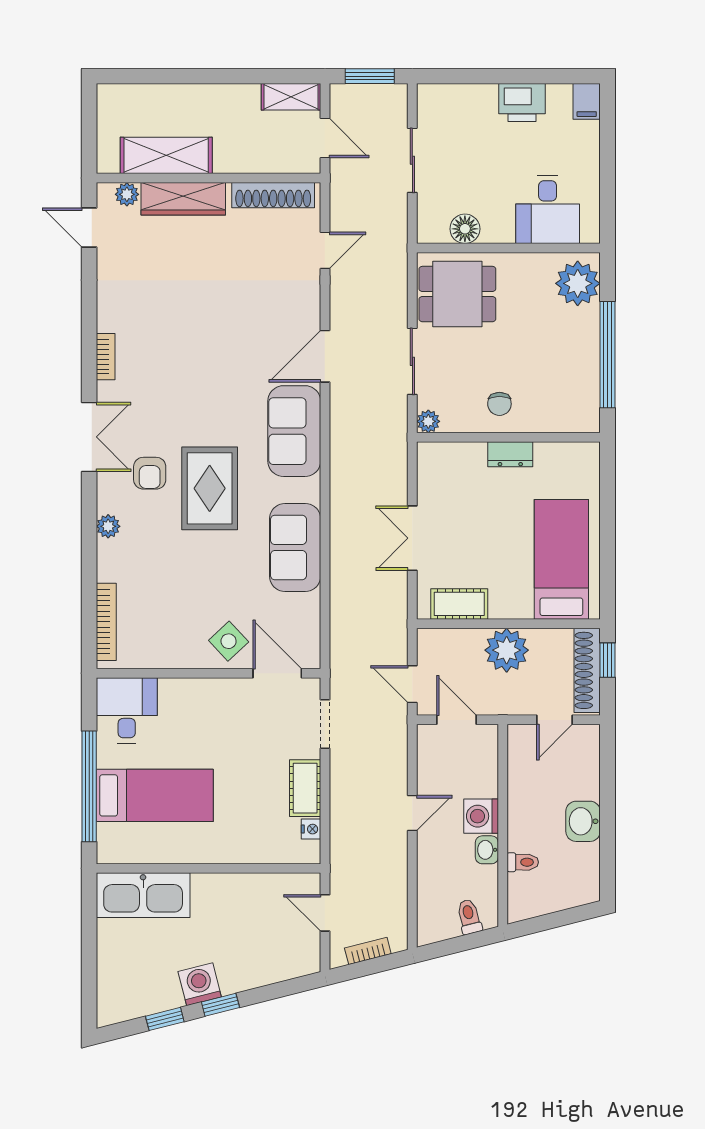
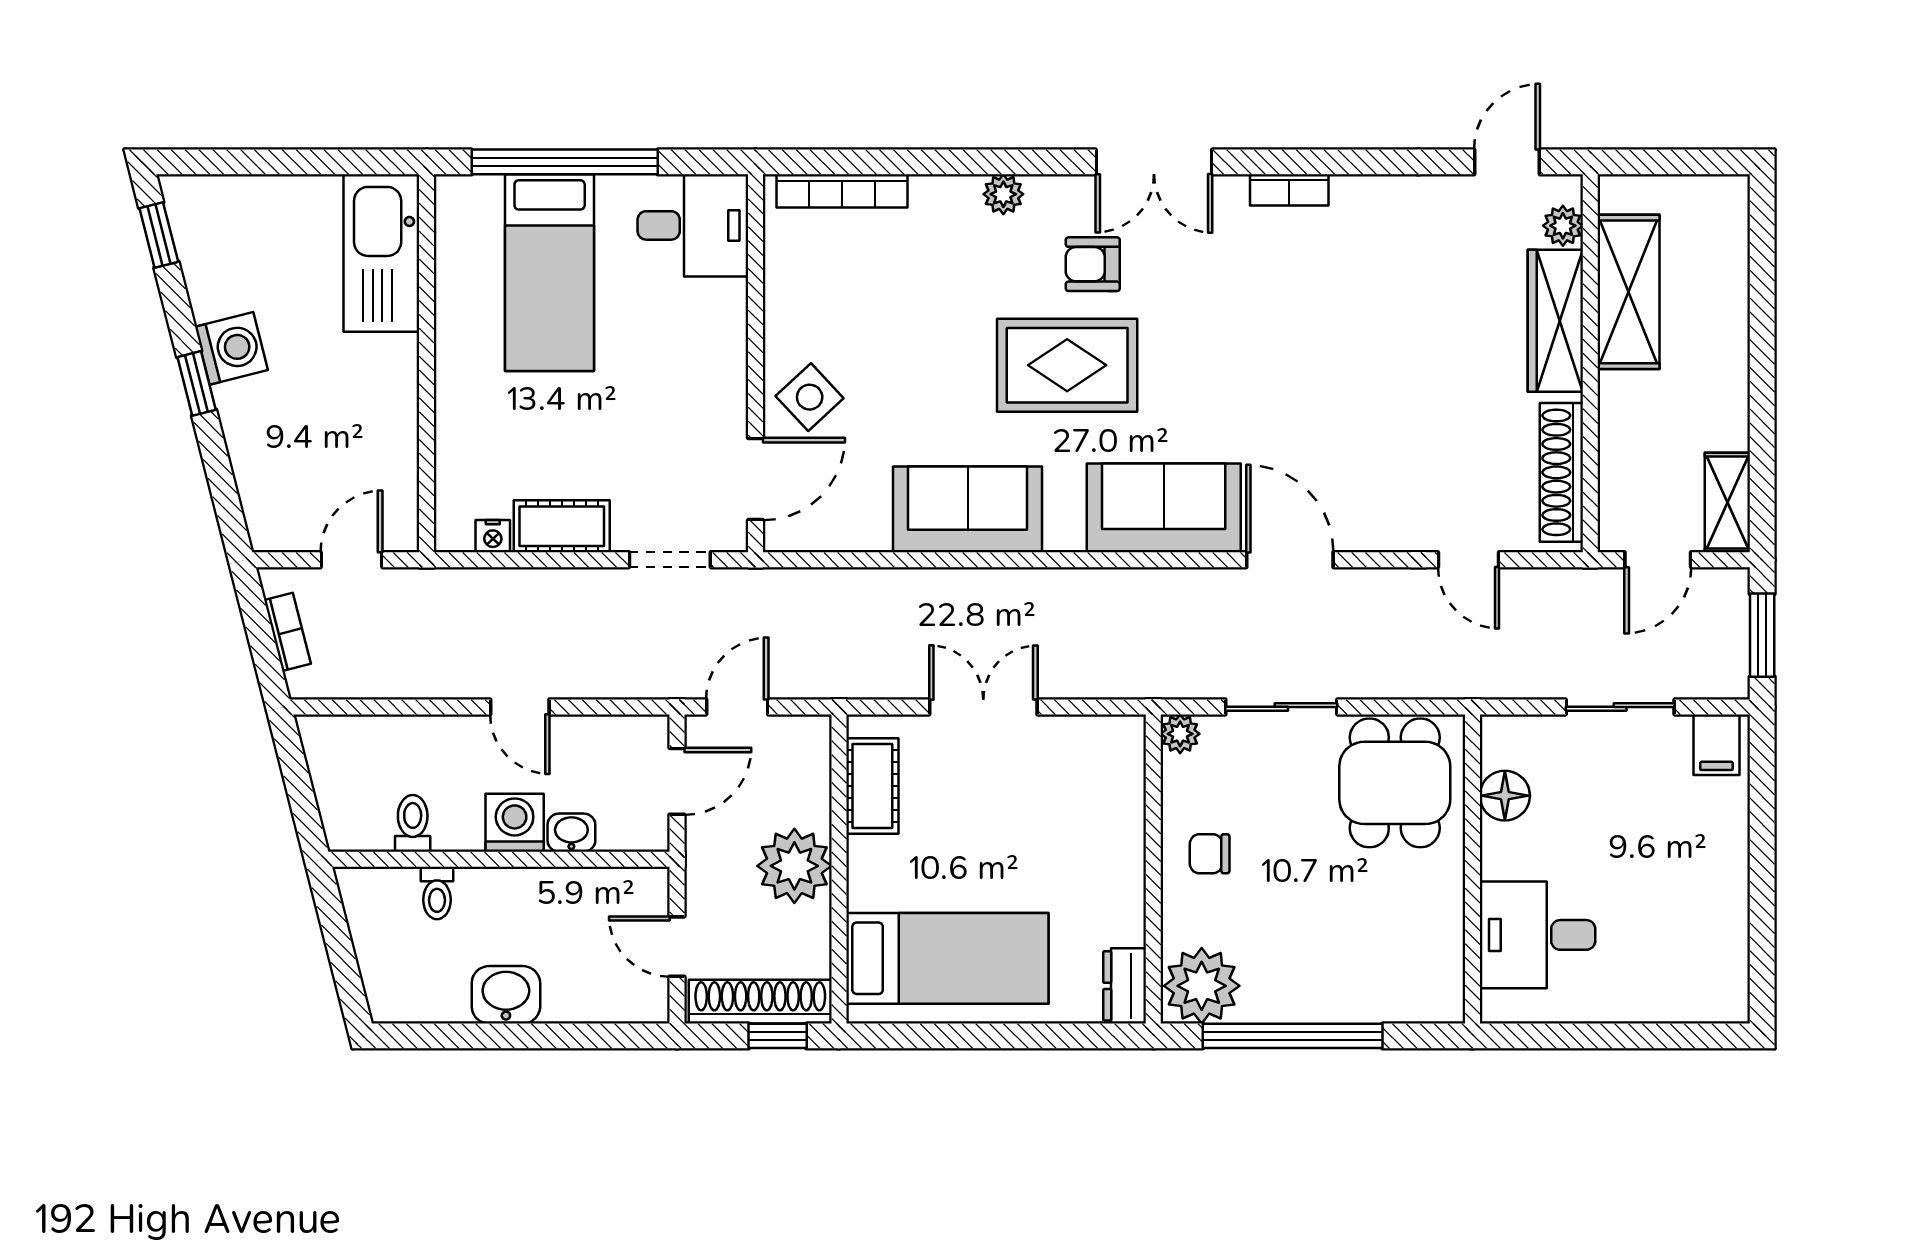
filing cabinet: (587, 101) -> (1716, 745), moved, turned -90
printer: (522, 102) -> (1718, 892), removed
plant: (578, 283) -> (1202, 986), moved
dresser: (510, 454) -> (1125, 986), moved
washbasin: (487, 850) -> (571, 833), moved
toilet: (469, 917) -> (413, 823), moved, turned -76
window: (165, 1019) -> (159, 235), moved

